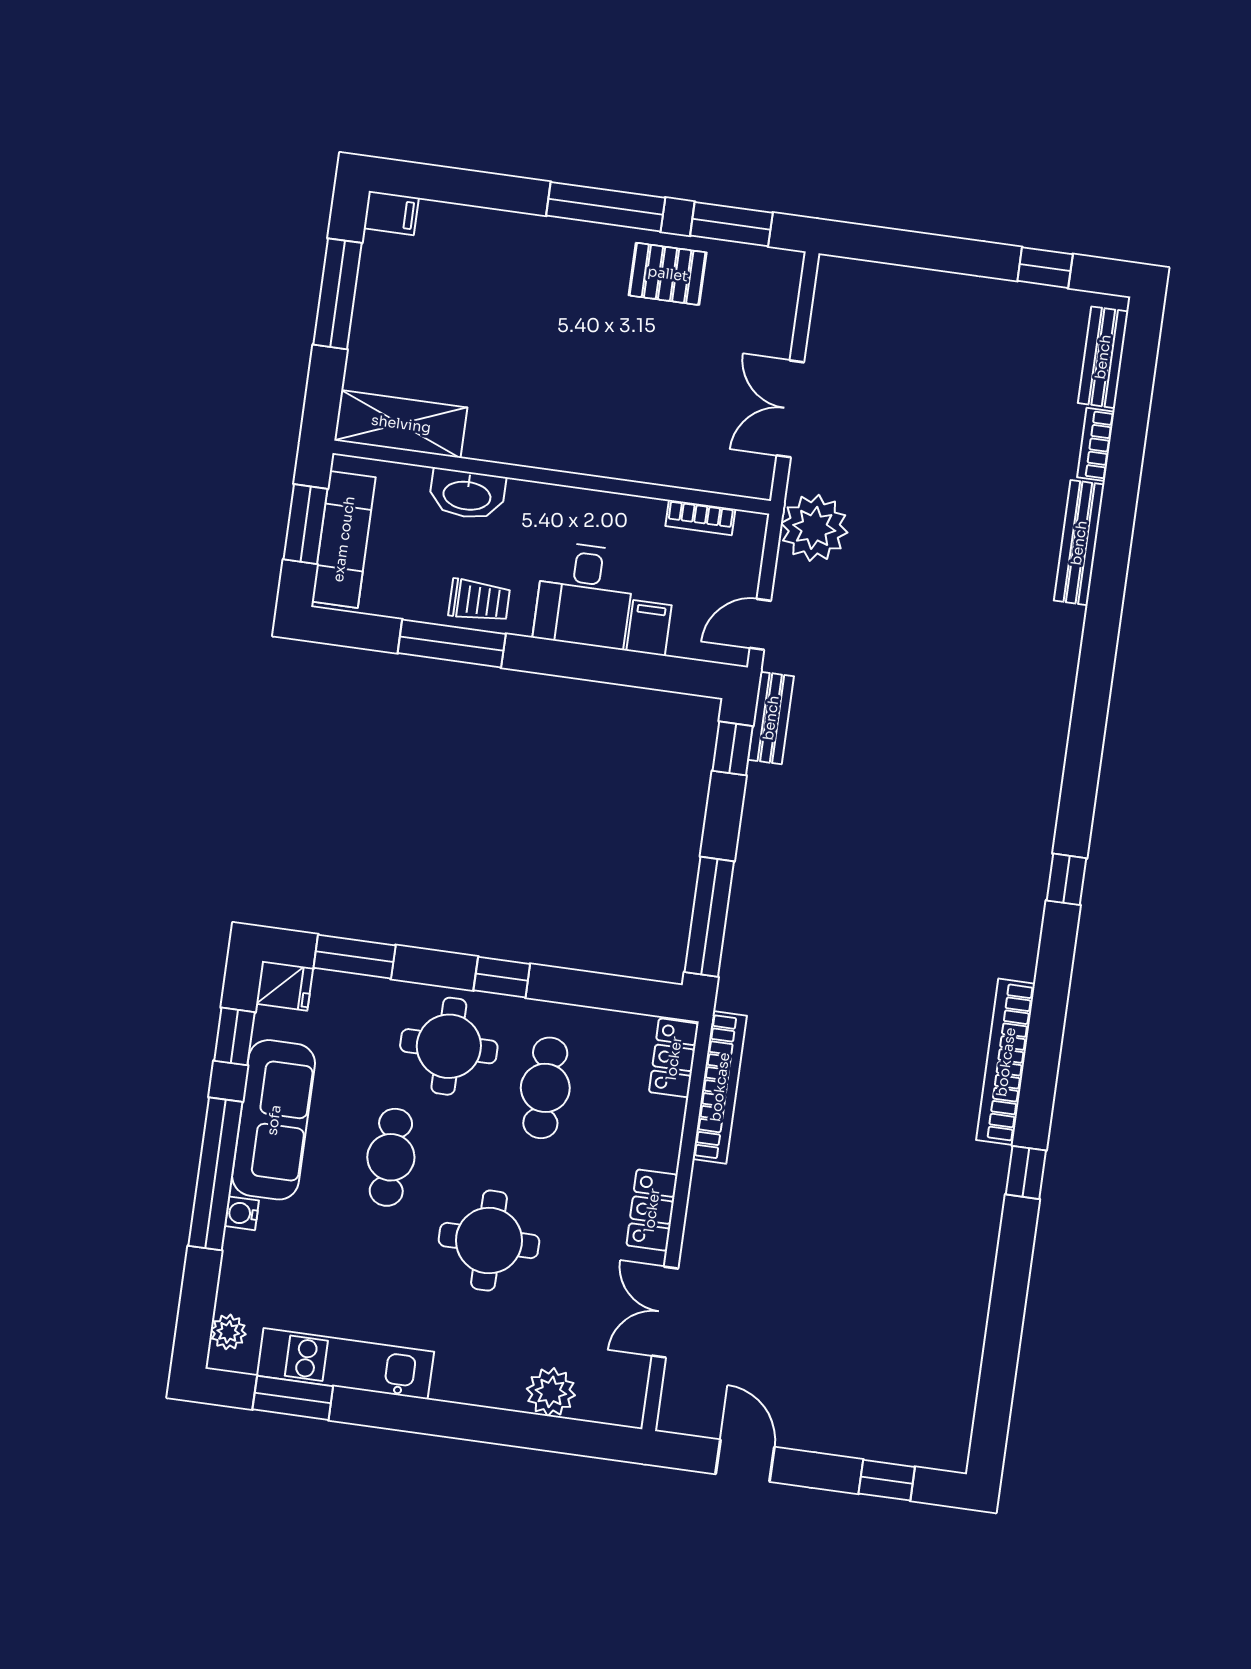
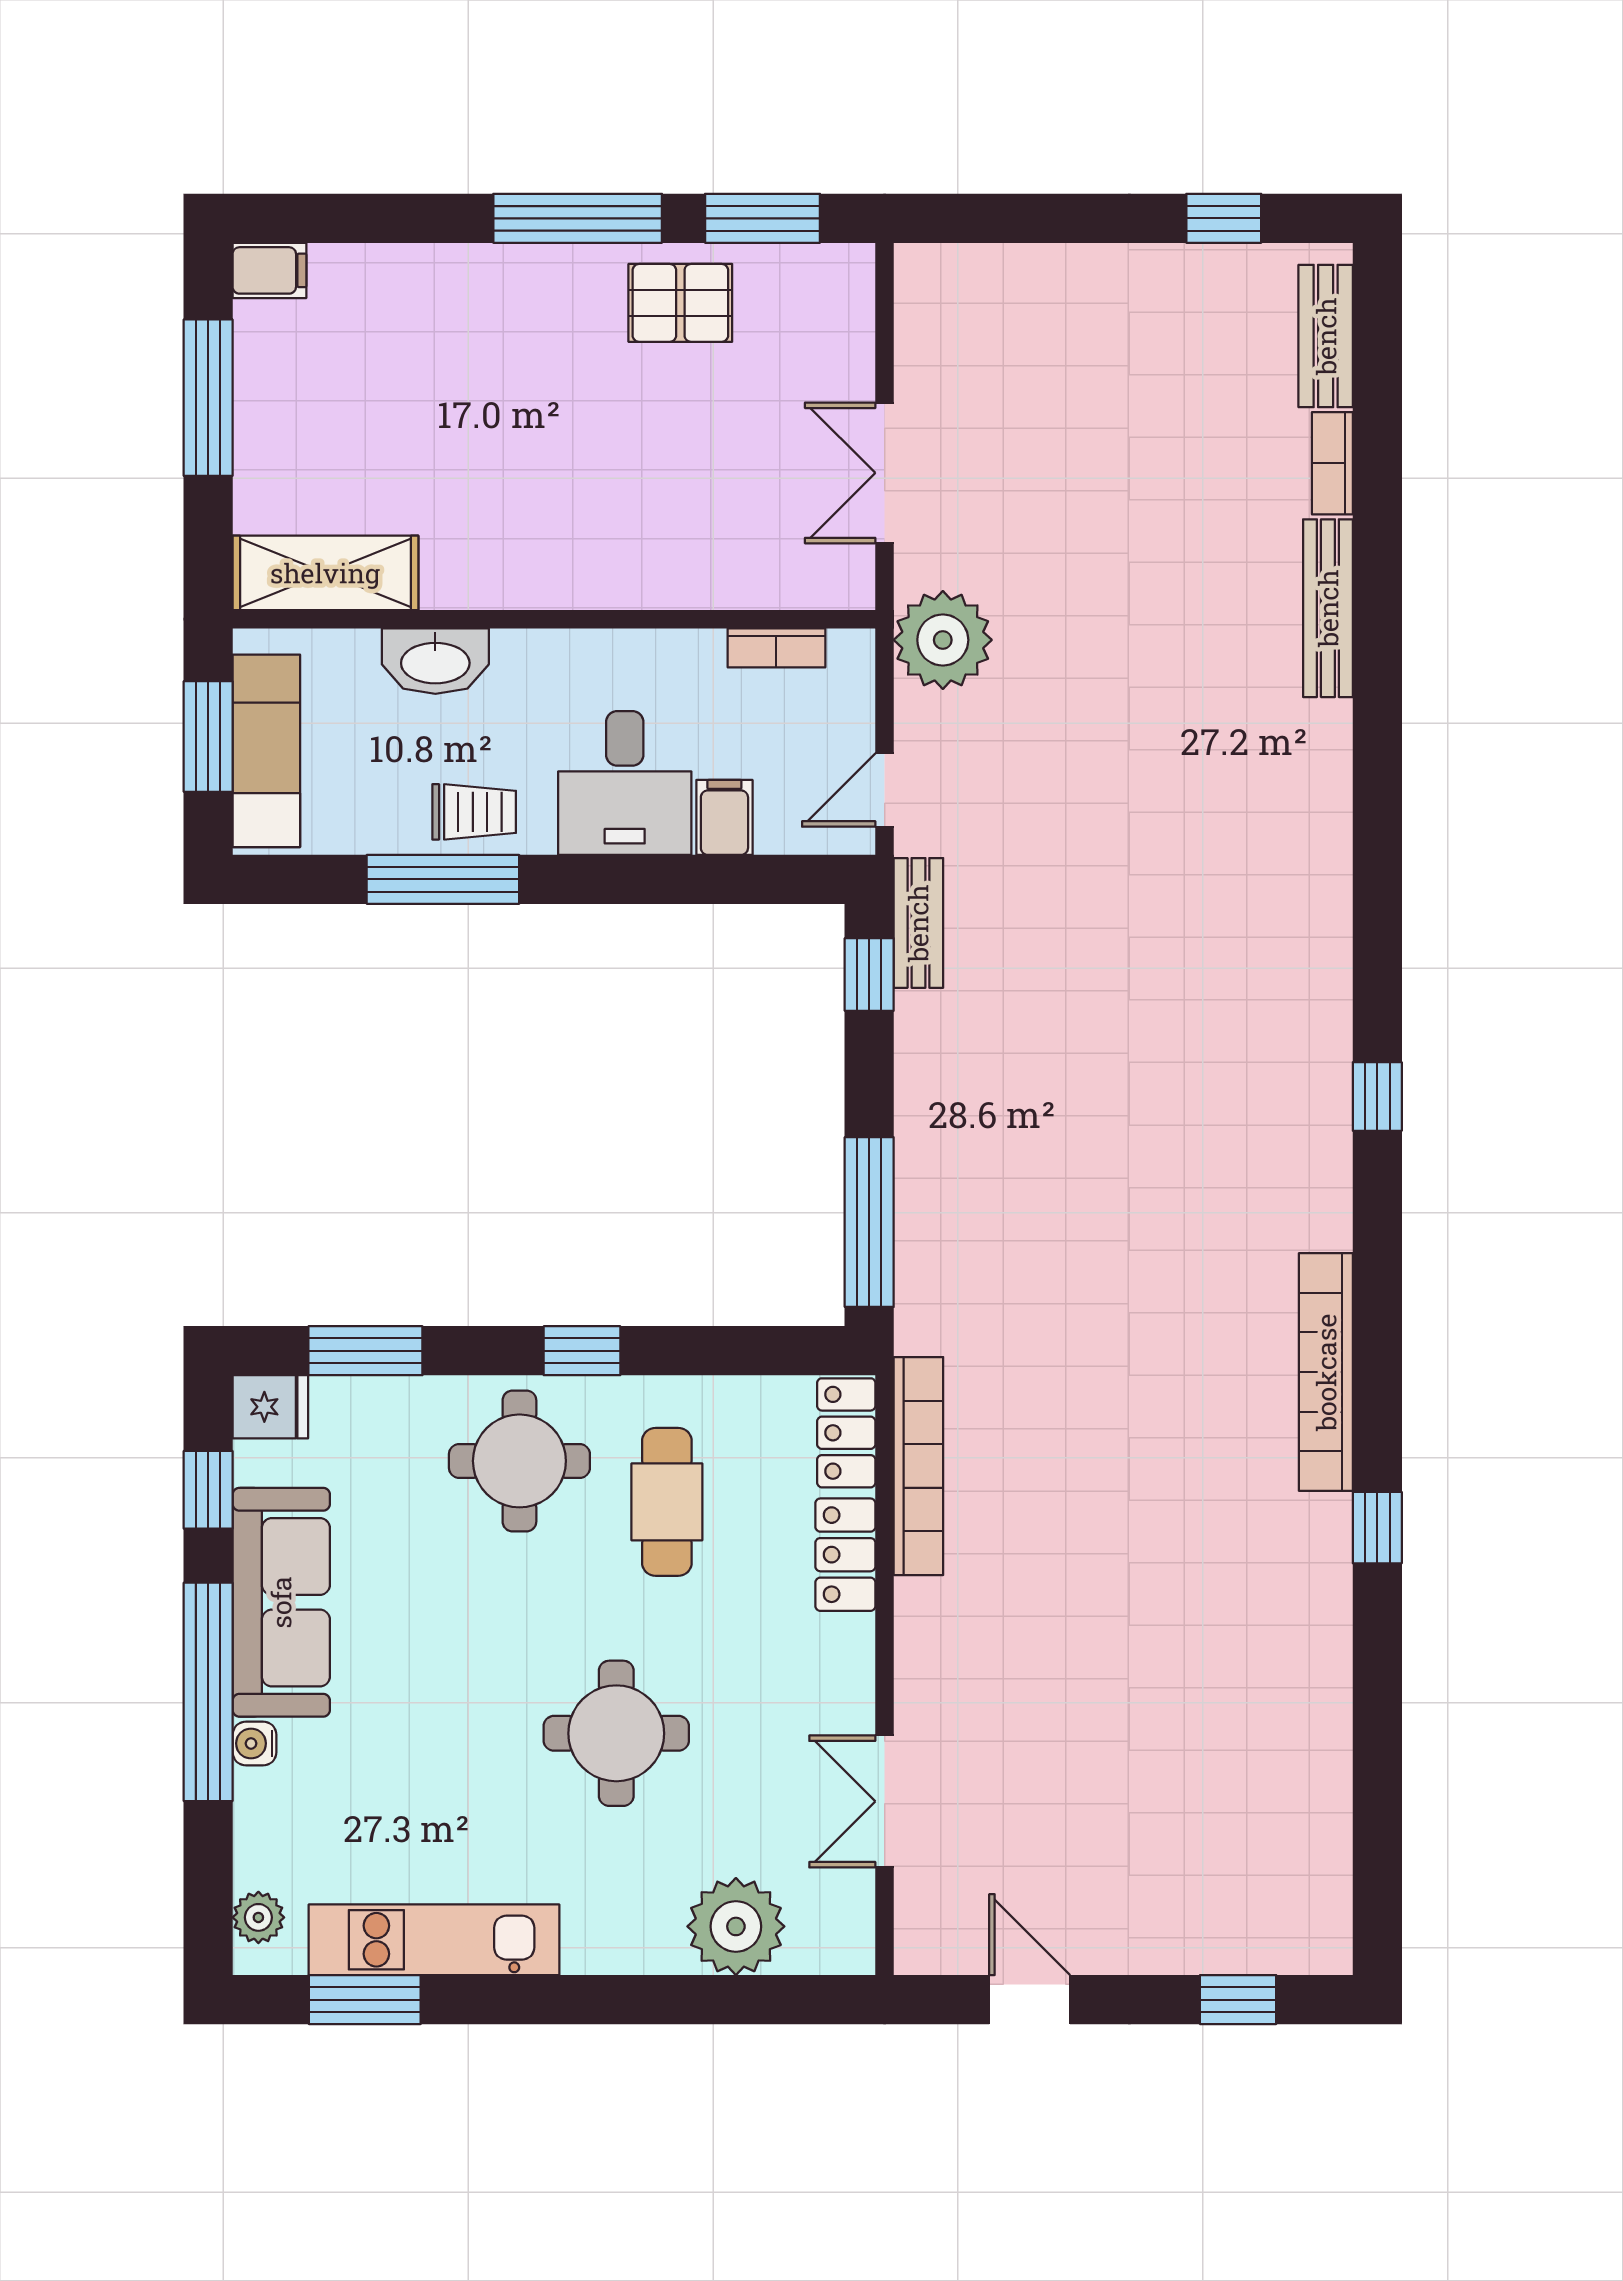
cafe table: (391, 1157) -> (458, 1633), removed
locker: (652, 1210) -> (845, 1555), moved
plant: (551, 1392) -> (736, 1926), width x1.36, depth x1.36

